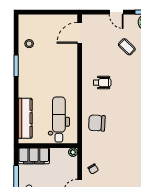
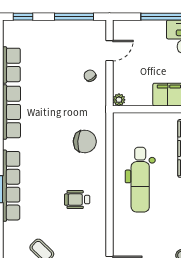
dental chair: (59, 120) -> (140, 180), moved

